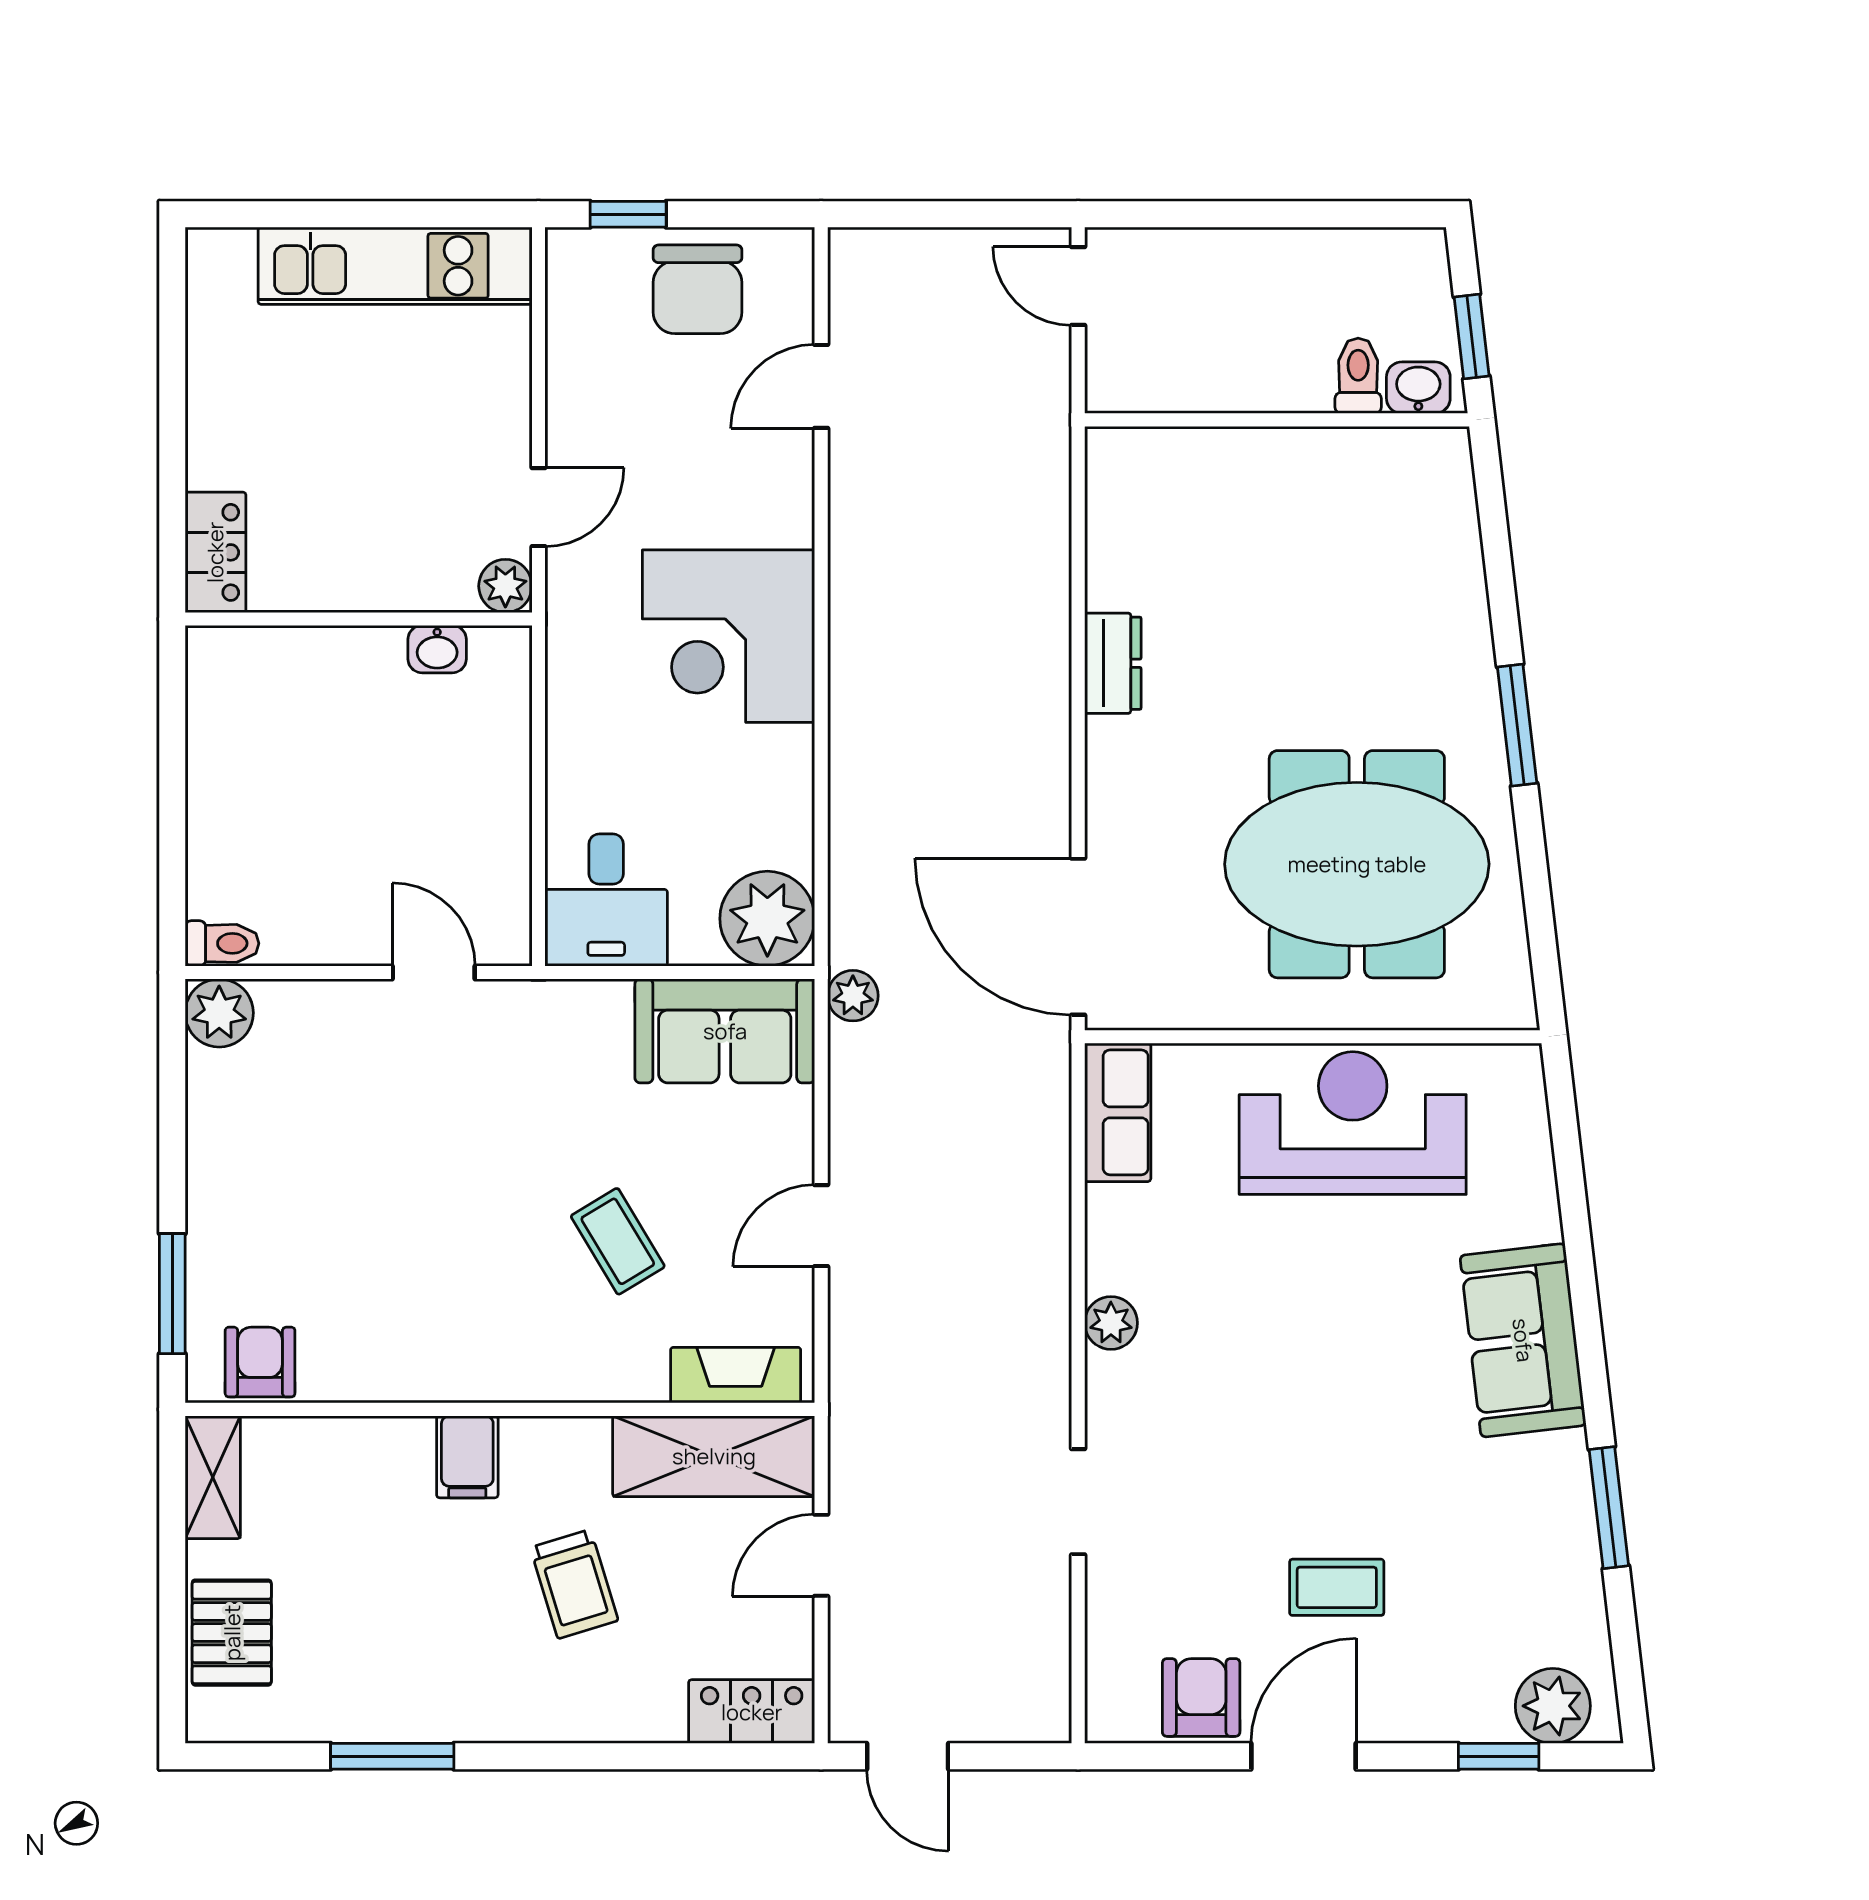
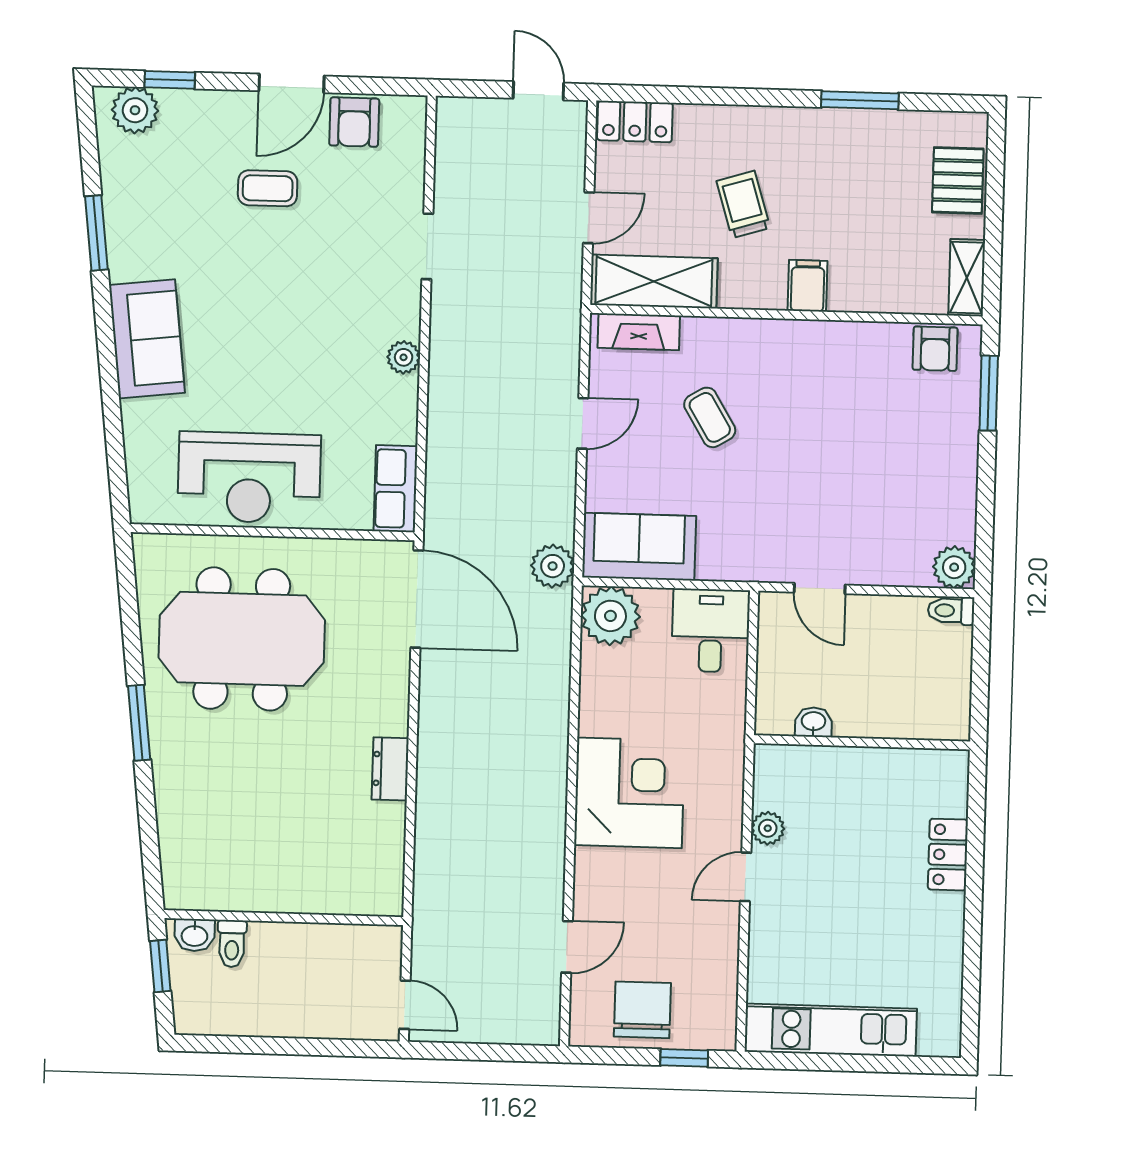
wall: (359, 619) -> (862, 742), moved
washbasin: (437, 649) -> (813, 722), moved
plant: (853, 996) -> (553, 566), width x1.38, depth x1.38

